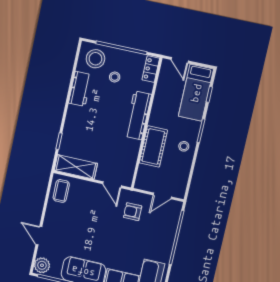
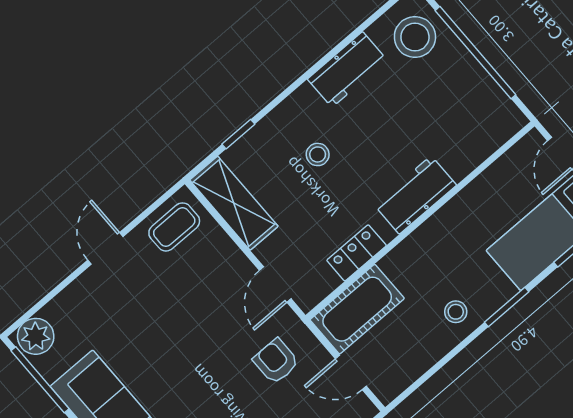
locker: (151, 69) -> (357, 253), moved
stool: (115, 77) -> (318, 154), moved
workbench: (138, 115) -> (415, 195), width x0.73
cot: (153, 147) -> (357, 309), moved
door: (39, 236) -> (105, 248), moved

